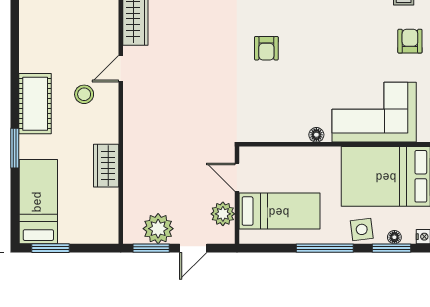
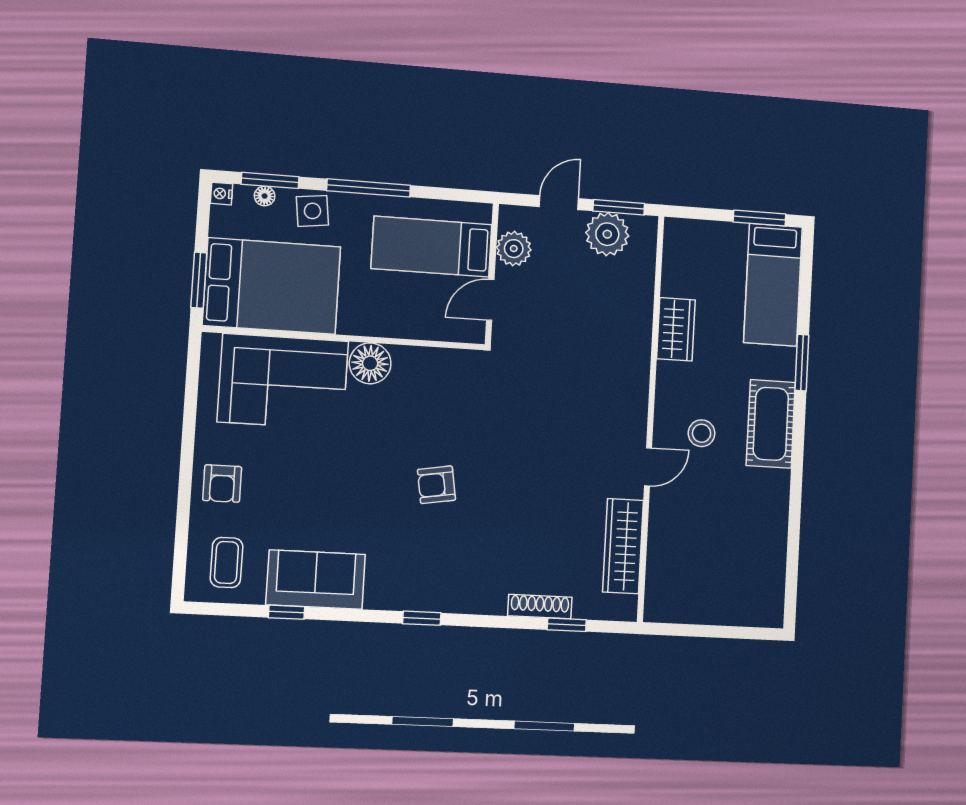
armchair: (266, 48) -> (436, 485), turned -99
floor lamp: (316, 135) -> (370, 363), width x1.89, depth x1.89
door: (237, 177) -> (490, 300), swing flipped

